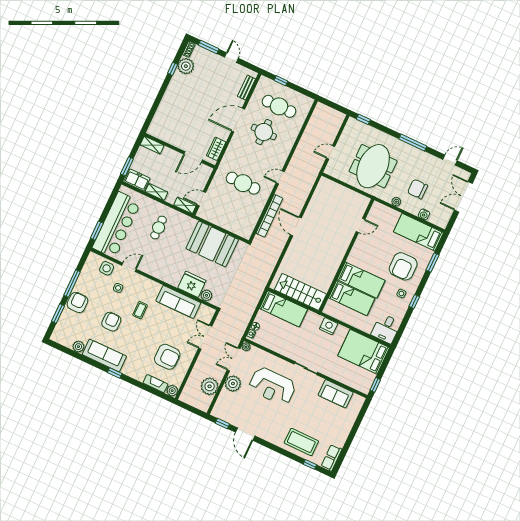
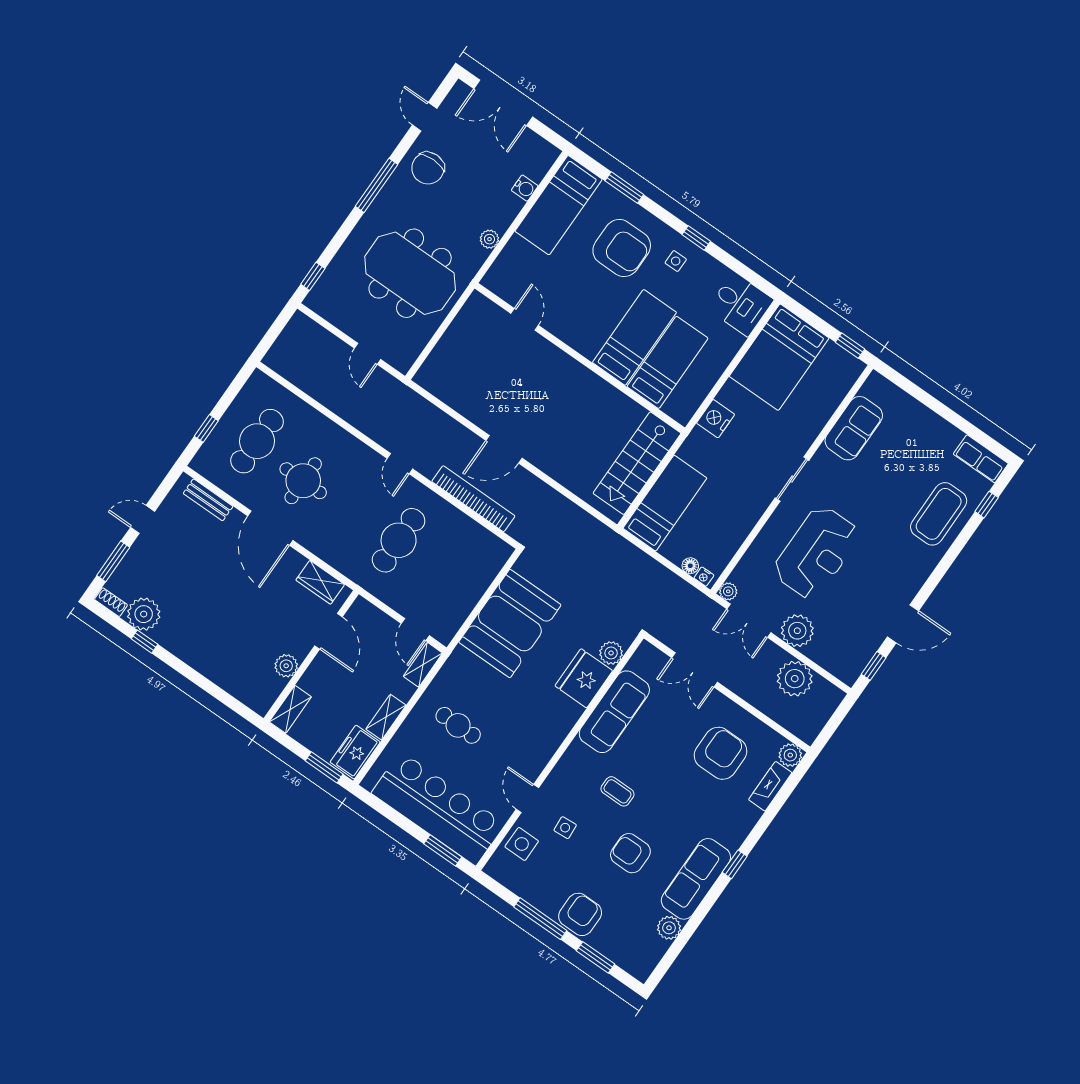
plant: (173, 139) -> (286, 666), added
chair: (418, 189) -> (428, 168), moved
armchair: (77, 302) -> (580, 914), turned 90

